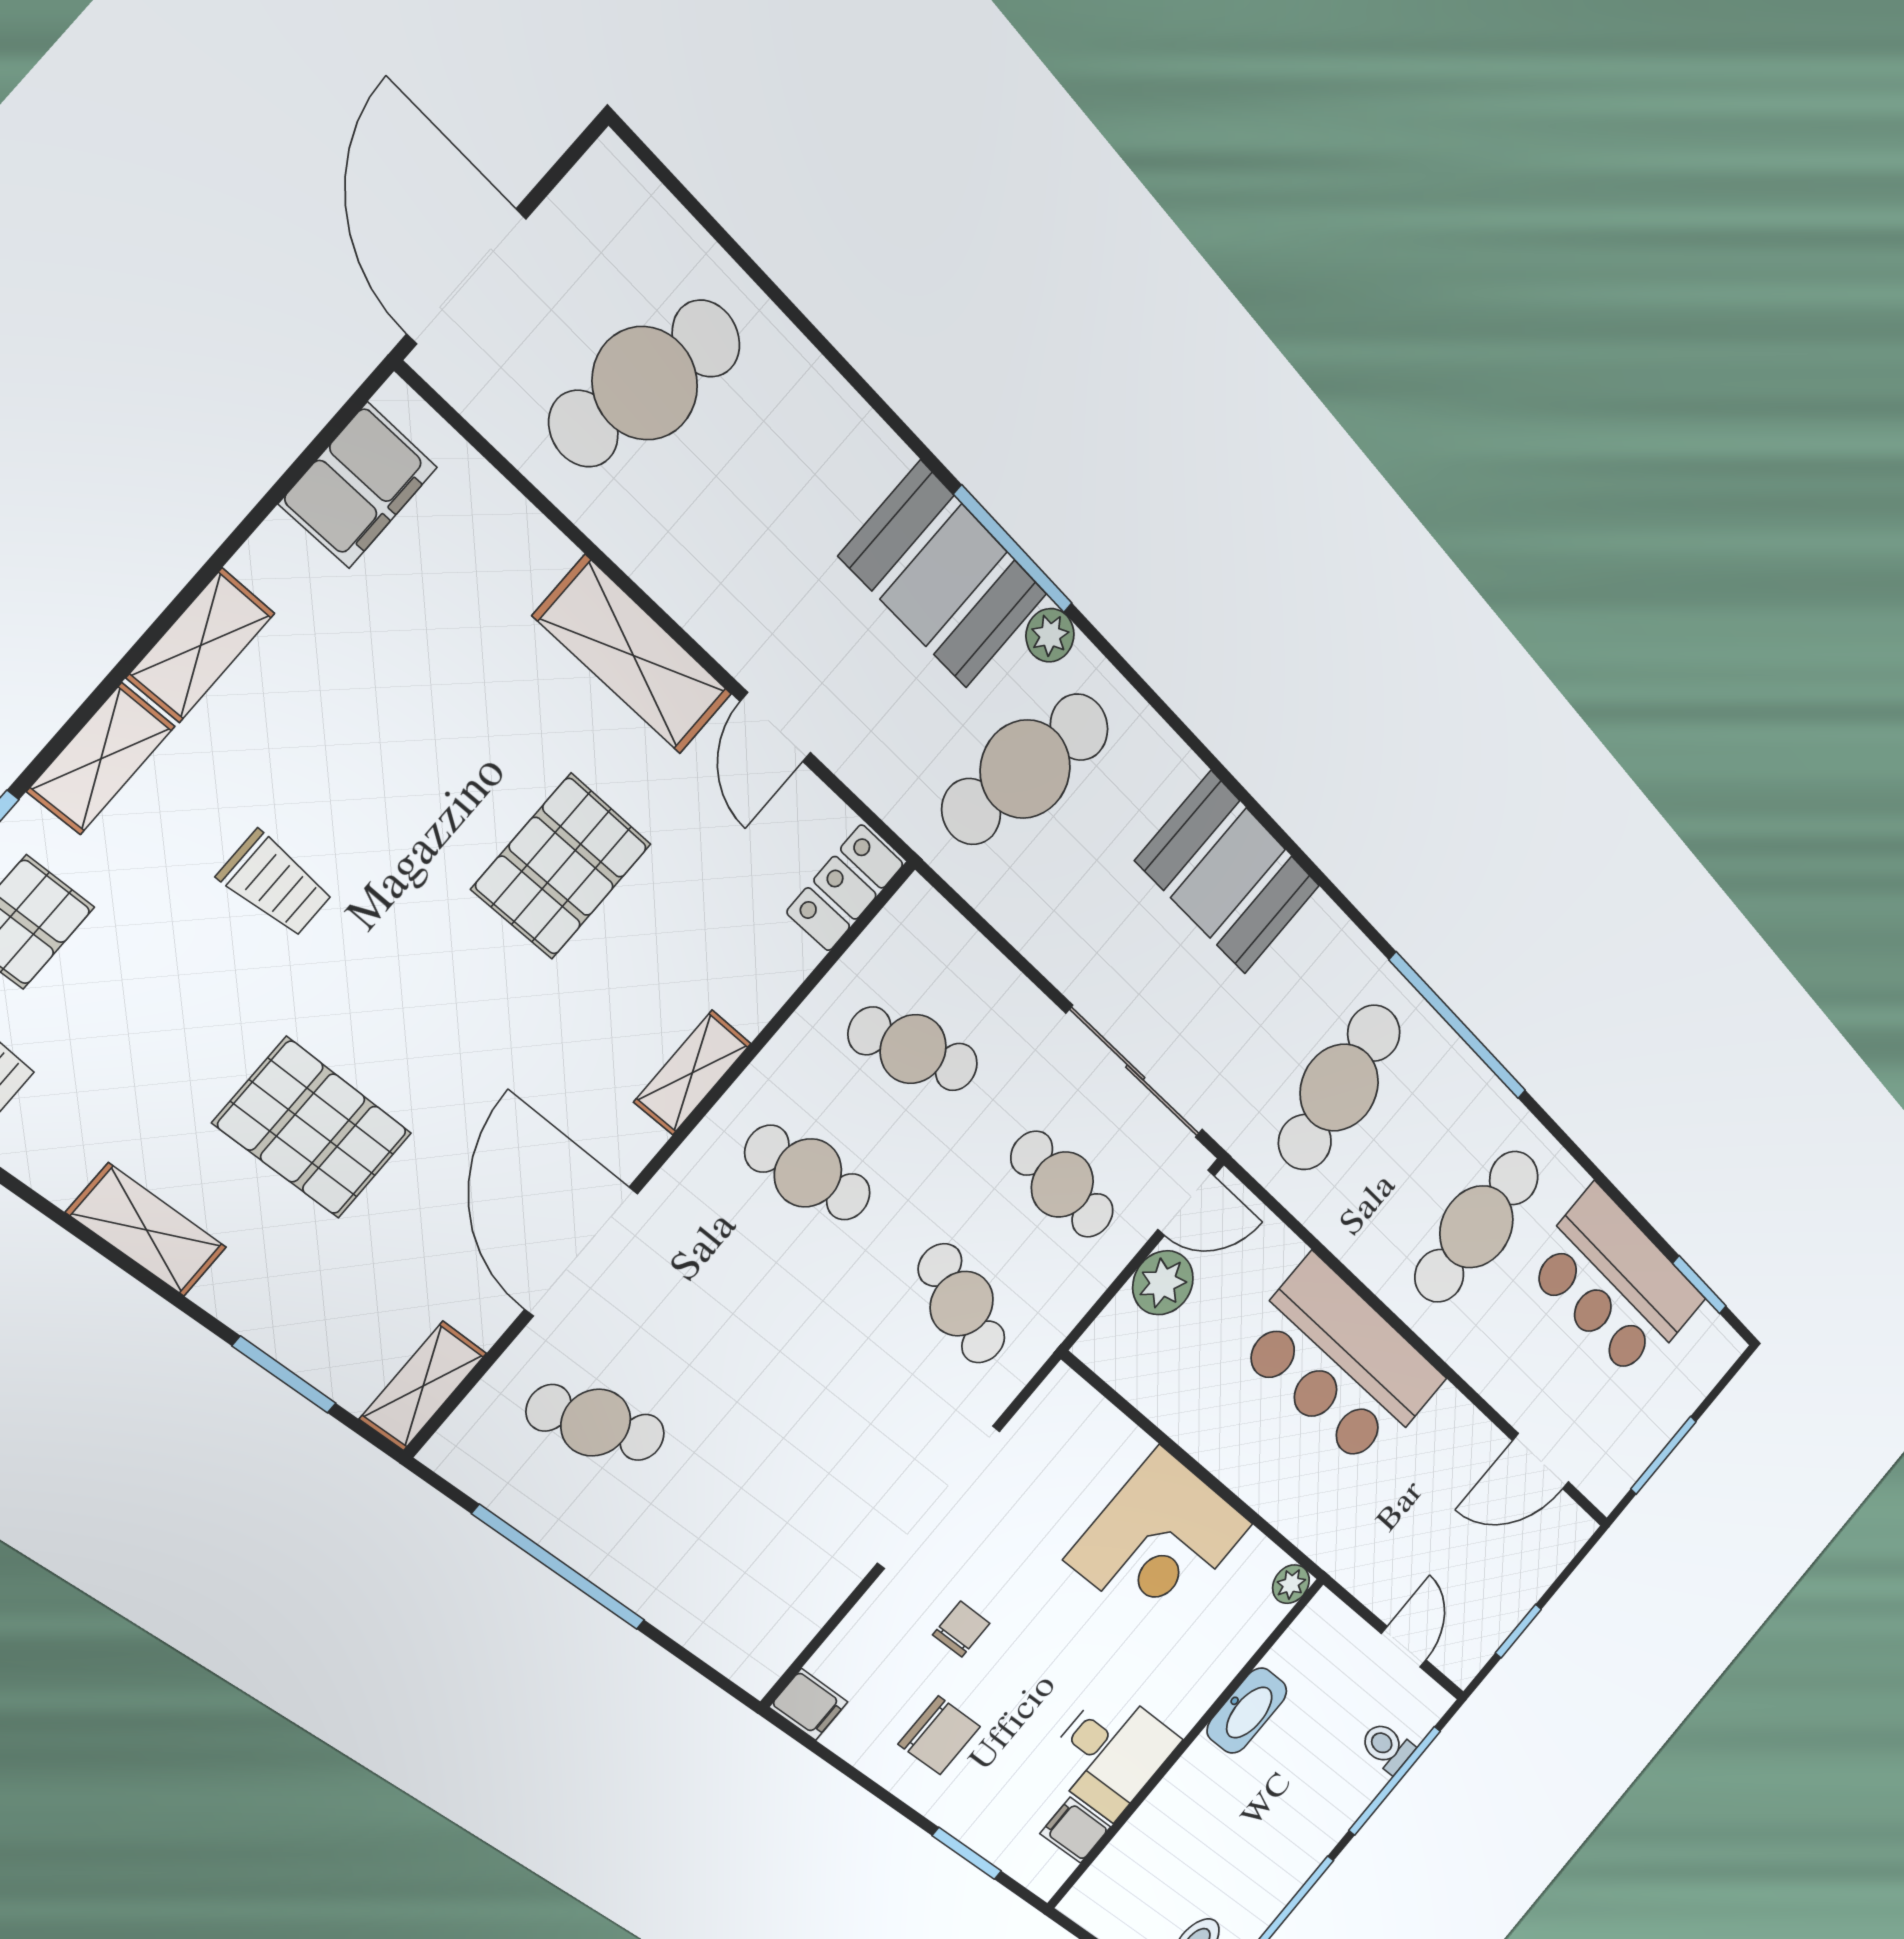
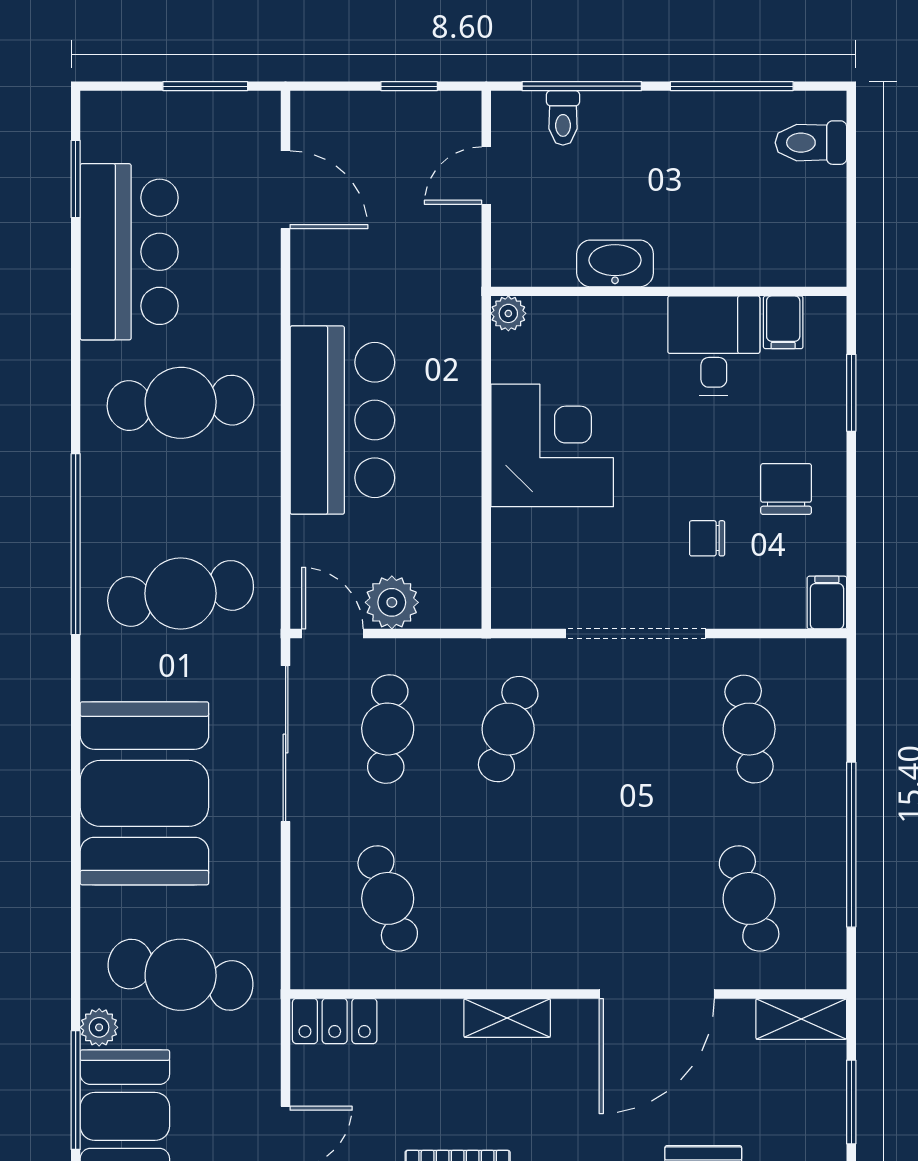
booth: (1228, 873) -> (144, 793), width x1.36, depth x1.42
cafe table: (808, 1173) -> (749, 729), moved

